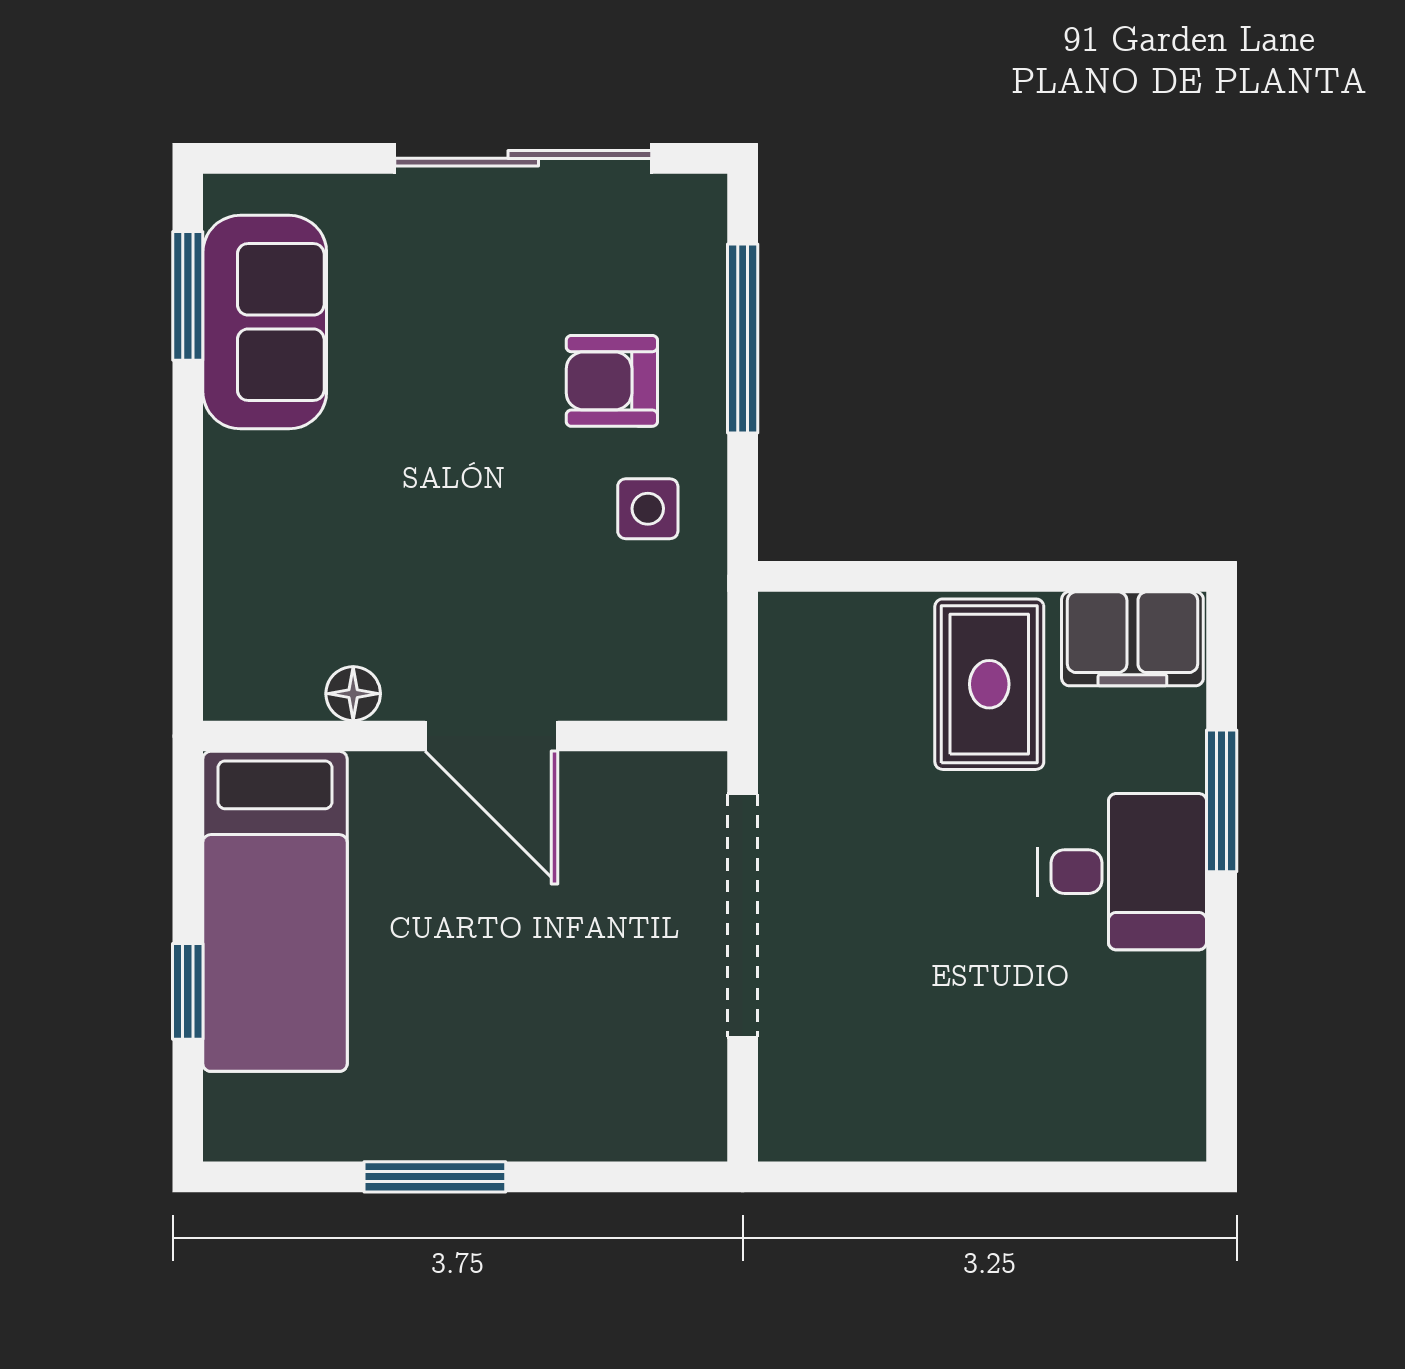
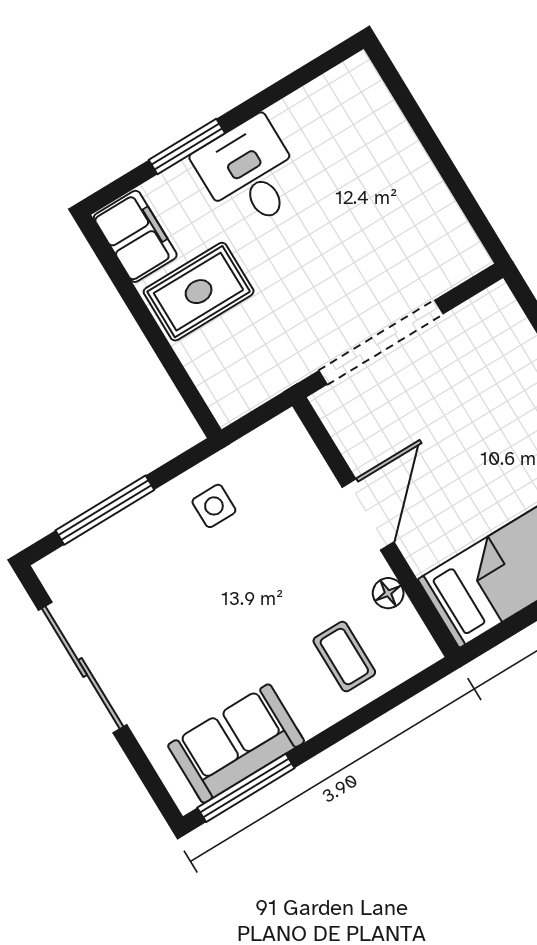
window: (188, 296) -> (246, 788), width x1.44
armchair: (612, 381) -> (163, 560), removed
coffee table: (297, 568) -> (344, 657), added

